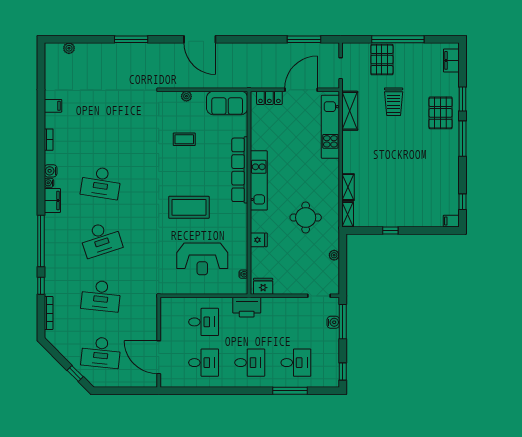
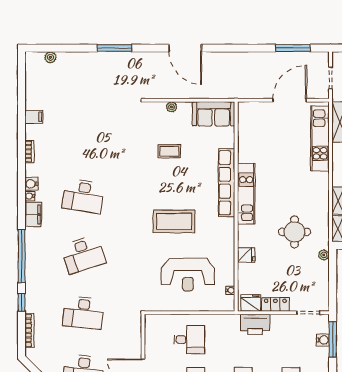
locker: (269, 98) -> (275, 304), moved, turned 180
plant: (334, 255) -> (324, 255), moved
printer: (247, 307) -> (255, 324), moved

